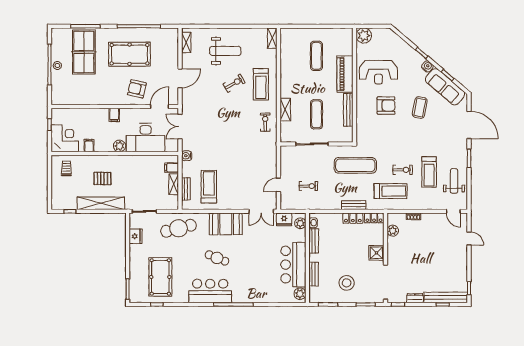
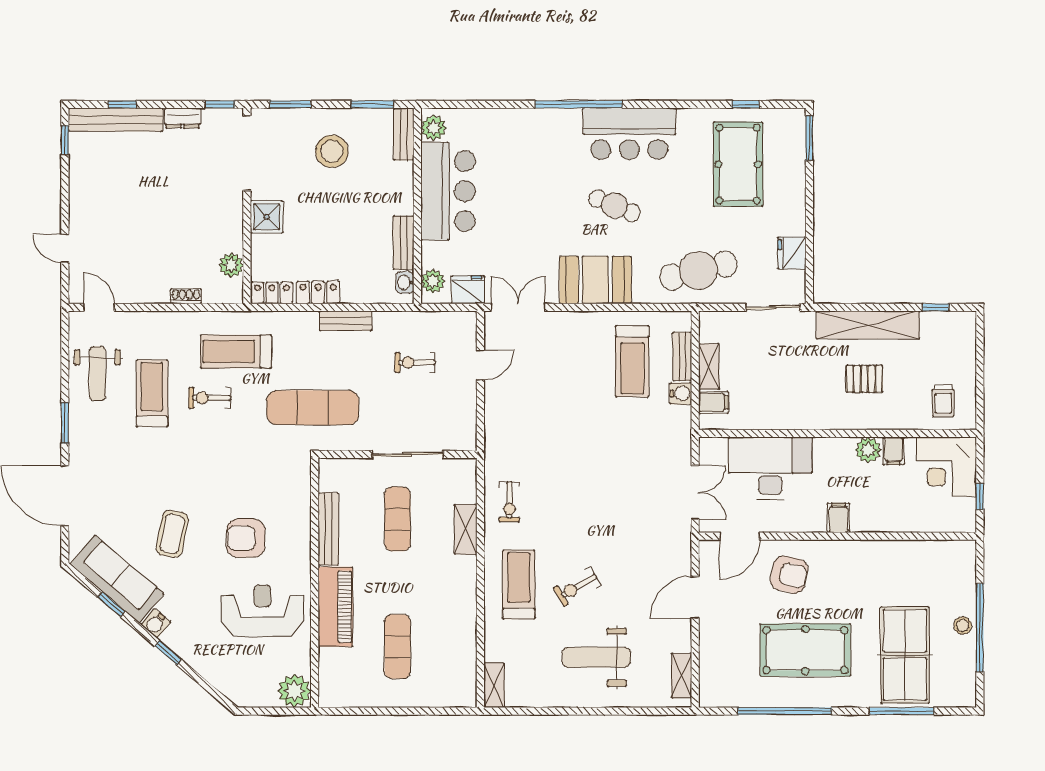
plant: (120, 146) -> (868, 450), moved
water cooler: (187, 156) -> (681, 393), moved
bench: (354, 205) -> (346, 321), moved
bench: (314, 274) -> (404, 134), moved

